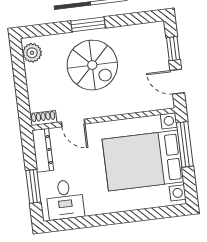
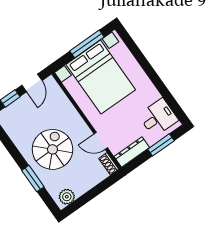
window: (88, 24) -> (33, 179), moved
door: (73, 123) -> (101, 141), swing flipped
window: (185, 144) -> (87, 44), moved

